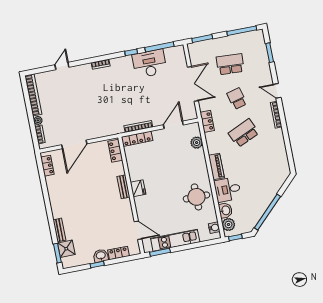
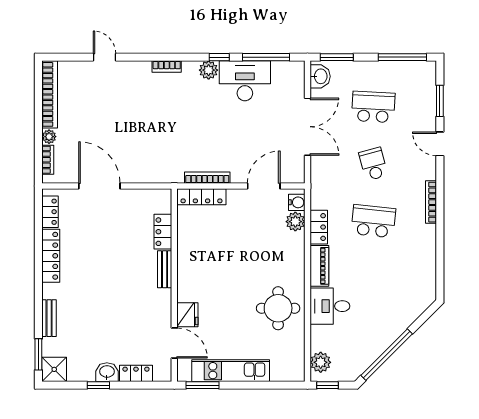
plant: (126, 61) -> (209, 70), added
door: (62, 66) -> (104, 57), hinge flipped
door: (277, 91) -> (440, 144), moved
locker: (207, 121) -> (319, 227), moved
school desk: (244, 133) -> (373, 221), turned 30
door: (74, 144) -> (99, 186), swing flipped
locker: (115, 151) -> (163, 232), moved
fridge: (138, 188) -> (187, 315), moved
locker: (53, 192) -> (51, 256), added
washbasin: (225, 210) -> (320, 76), moved
water cooler: (214, 228) -> (297, 202), moved
shower: (66, 249) -> (54, 369), moved

